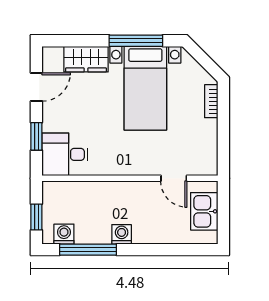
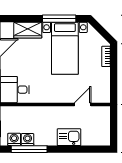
door: (174, 178) -> (83, 105), swing flipped
kitchen sink: (204, 211) -> (69, 137), moved, turned 90
washing machine: (122, 234) -> (28, 140), moved

